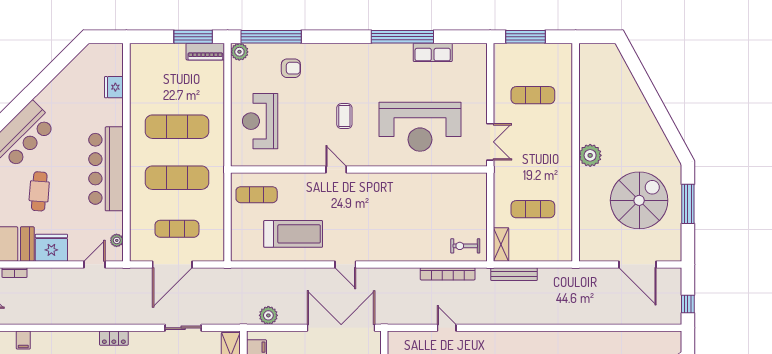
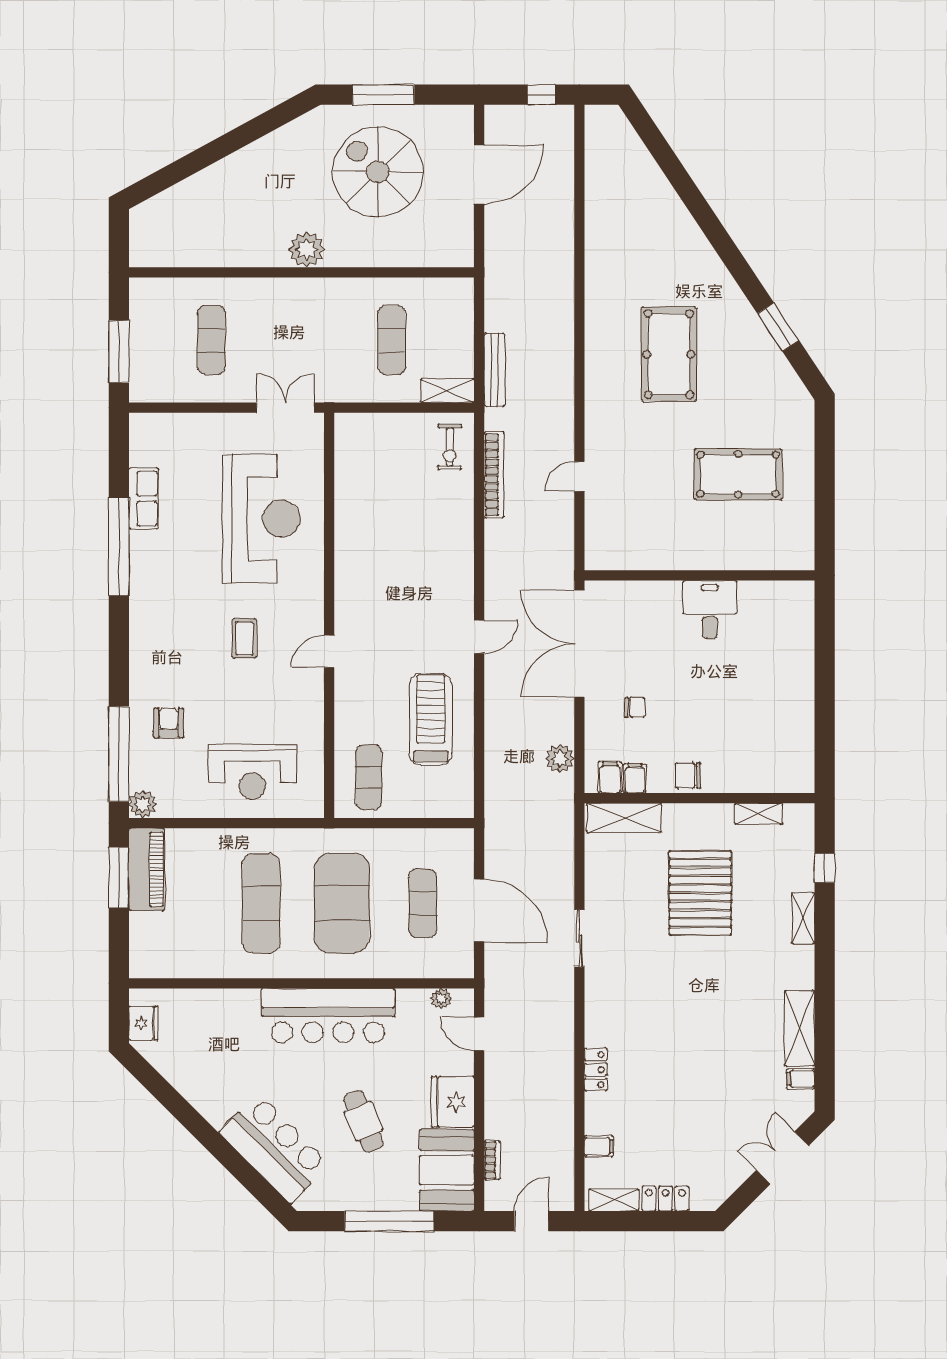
piano: (205, 52) -> (147, 869), width x1.37, depth x1.33
fridge: (114, 87) -> (143, 1023), moved, turned -90
coffee table: (344, 116) -> (244, 638), turned 90
exercise mat: (177, 178) -> (342, 903), width x1.47
cafe table: (39, 191) -> (363, 1121), turned 64
sliding door: (183, 328) -> (579, 938), moved
locker: (114, 338) -> (596, 1070), moved

